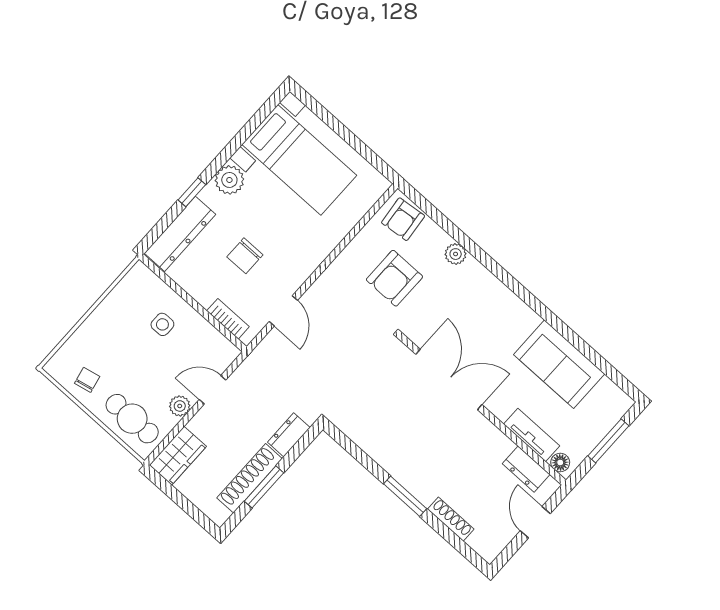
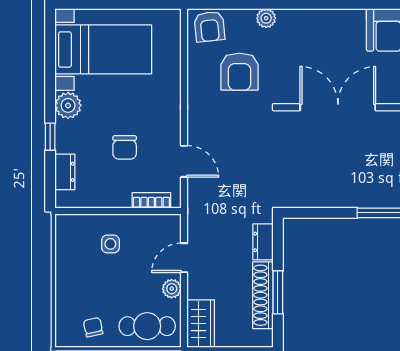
dresser: (180, 234) -> (65, 172), width x0.51, depth x0.80

